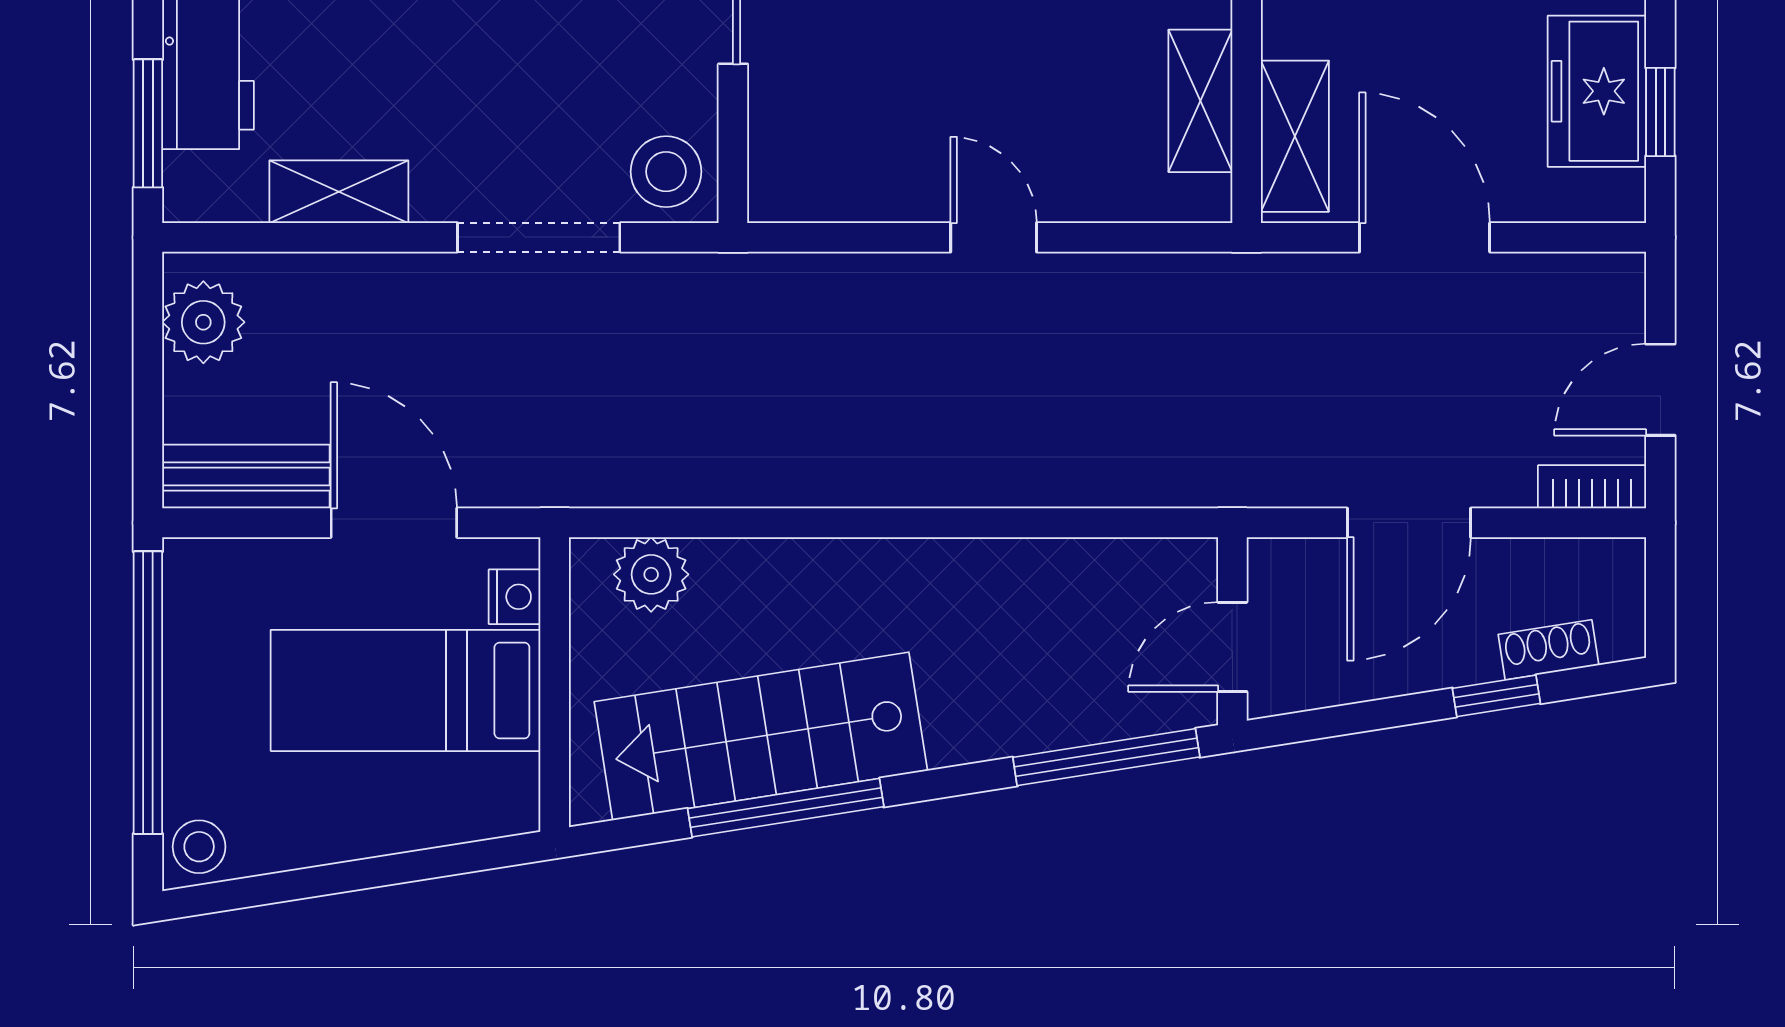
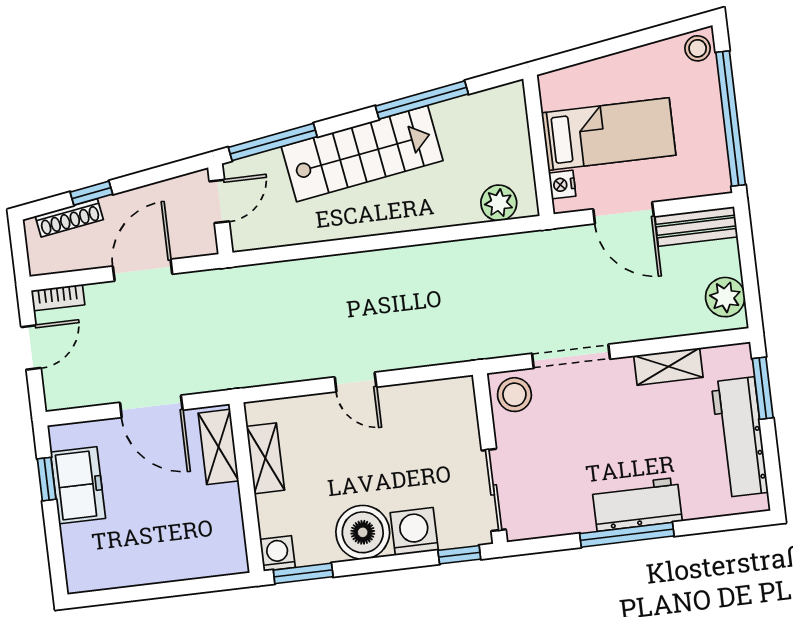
shoe rack: (1549, 650) -> (69, 218), width x1.43
stairs: (761, 736) -> (362, 154), moved

